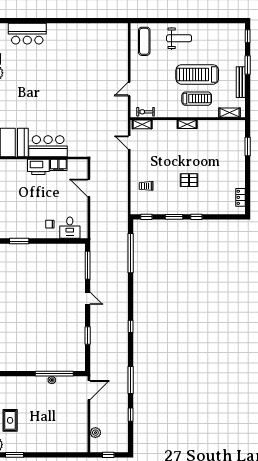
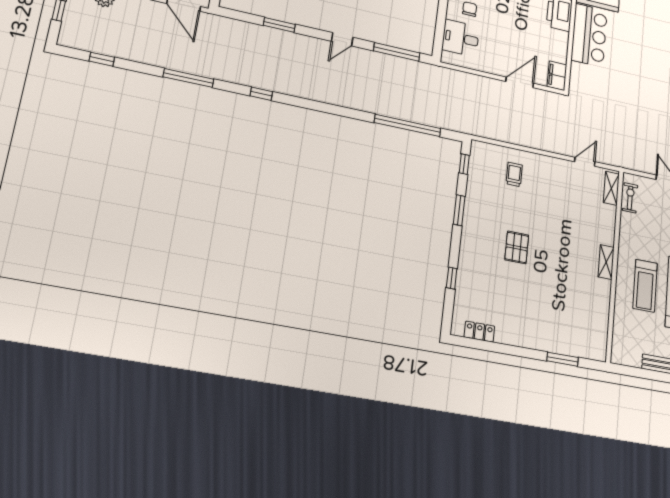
shelving: (229, 113) -> (619, 337), removed
filing cabinet: (58, 165) -> (557, 76), moved
window: (196, 217) -> (452, 278), moved
window: (131, 326) -> (261, 94), moved
window: (131, 415) -> (102, 59), moved

